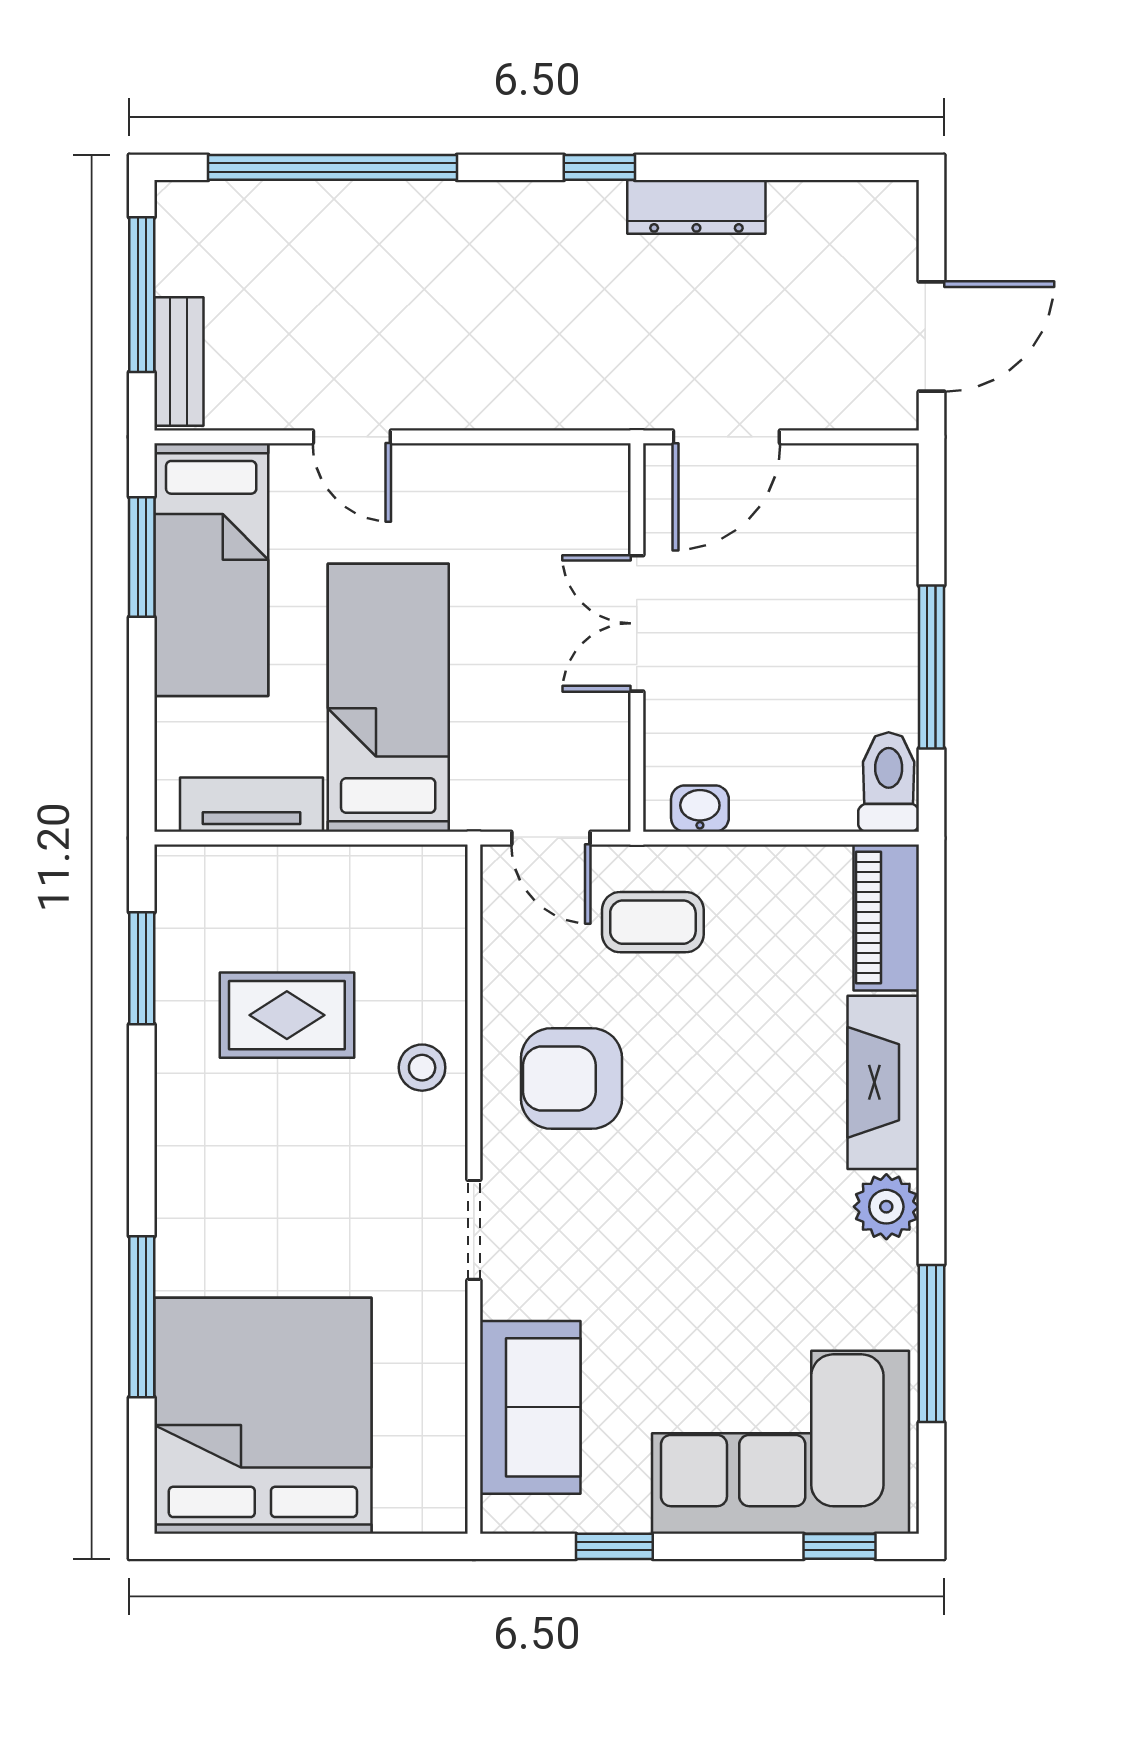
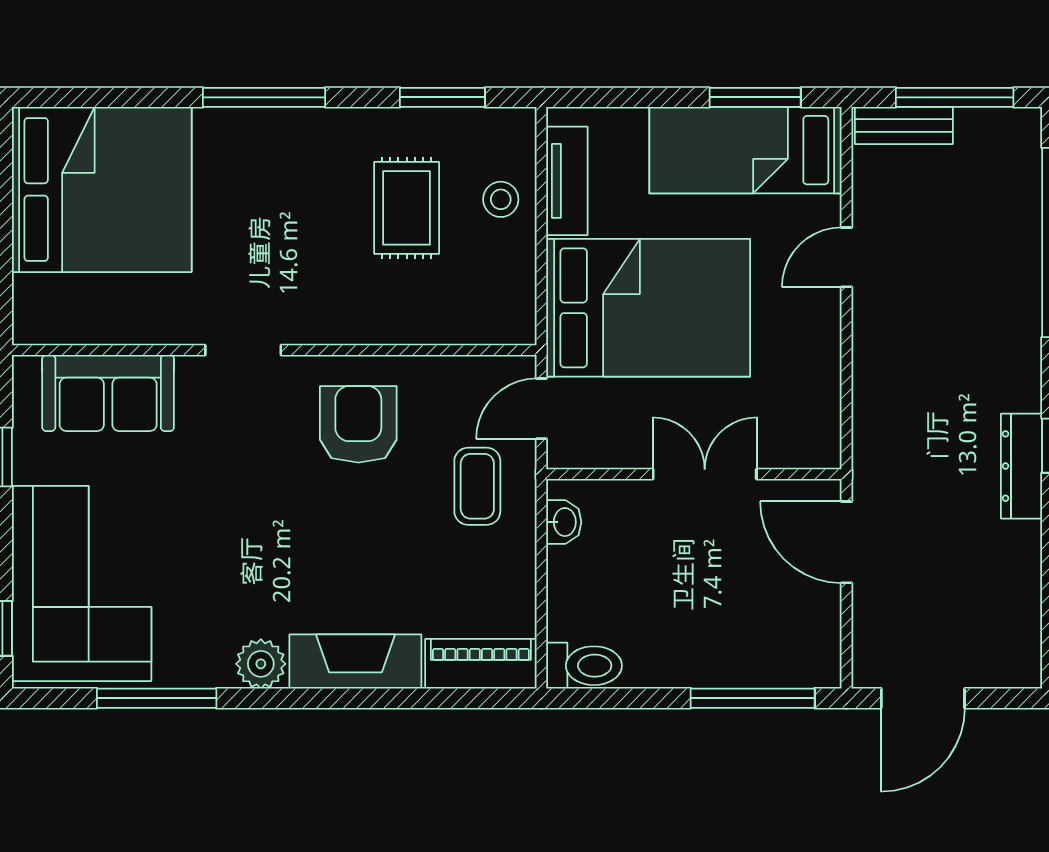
dresser: (696, 207) -> (1022, 466), moved
door: (931, 336) -> (923, 698), hinge flipped
window: (931, 667) -> (753, 698), moved
bed: (388, 698) -> (648, 308), width x1.50
stool: (422, 1068) -> (501, 199), moved
window: (142, 1317) -> (264, 97), moved

